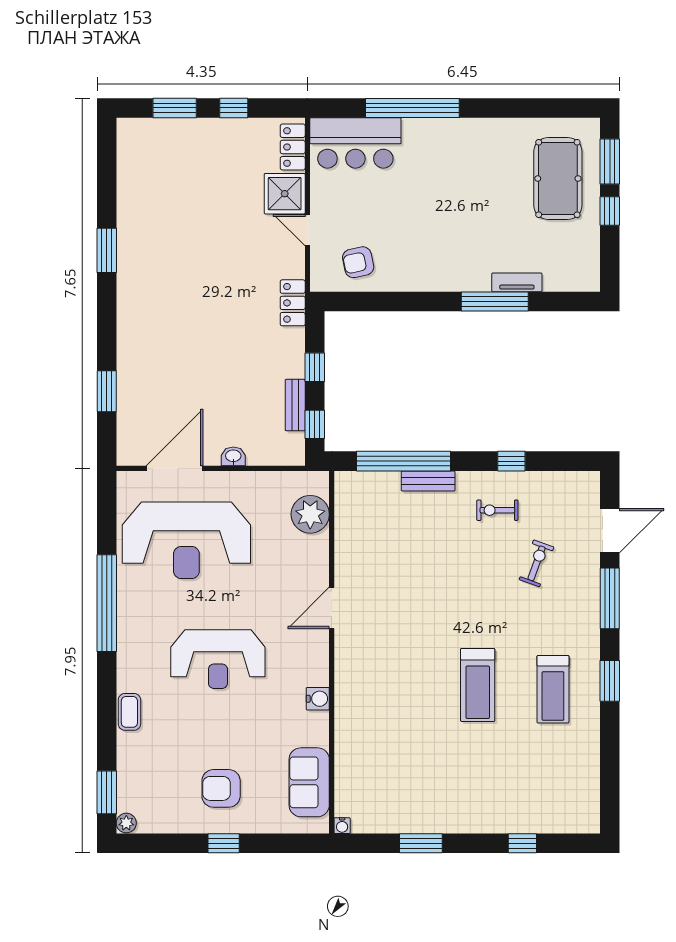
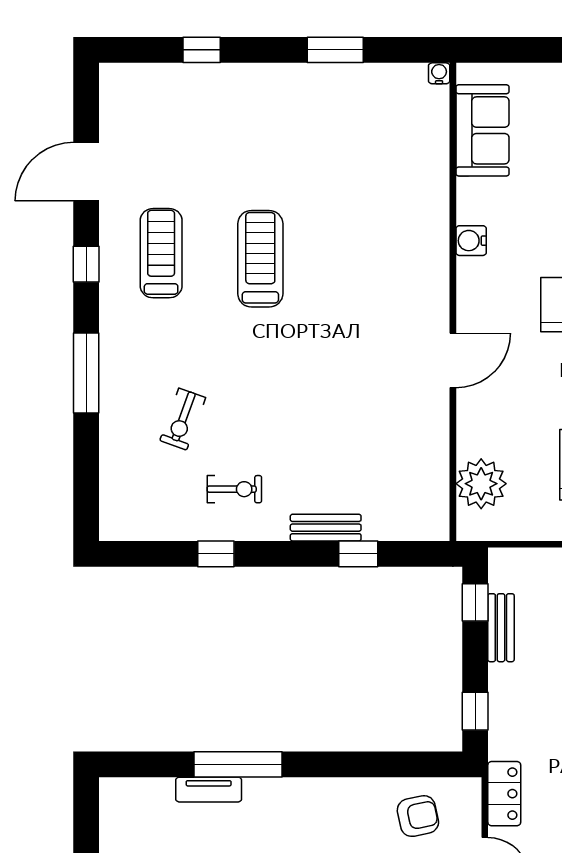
locker: (293, 303) -> (504, 794), moved
window: (315, 367) -> (475, 711), moved
window: (403, 461) -> (358, 554), width x0.32
door: (610, 531) -> (86, 172), moved
window: (610, 681) -> (86, 264), width x0.67

